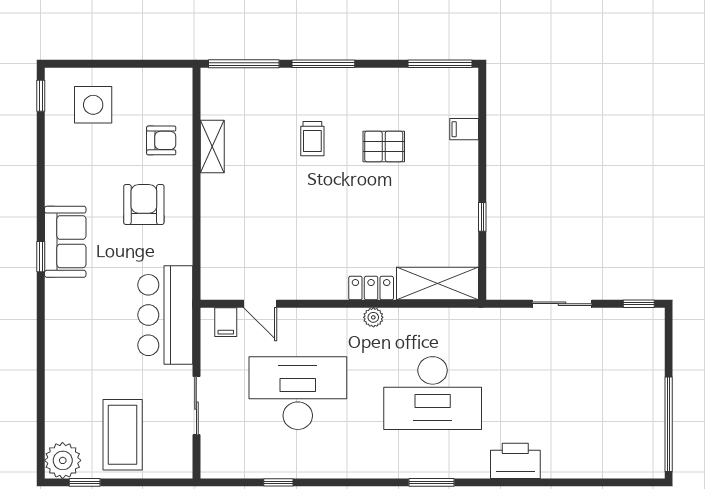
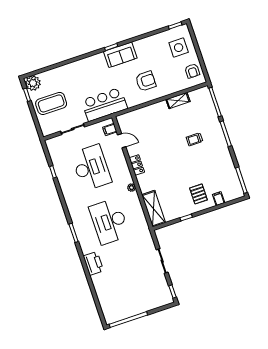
armchair: (161, 140) -> (192, 71), moved
pallet: (384, 146) -> (198, 194), moved
locker: (371, 288) -> (137, 165), moved
door: (260, 304) -> (122, 141), swing flipped

